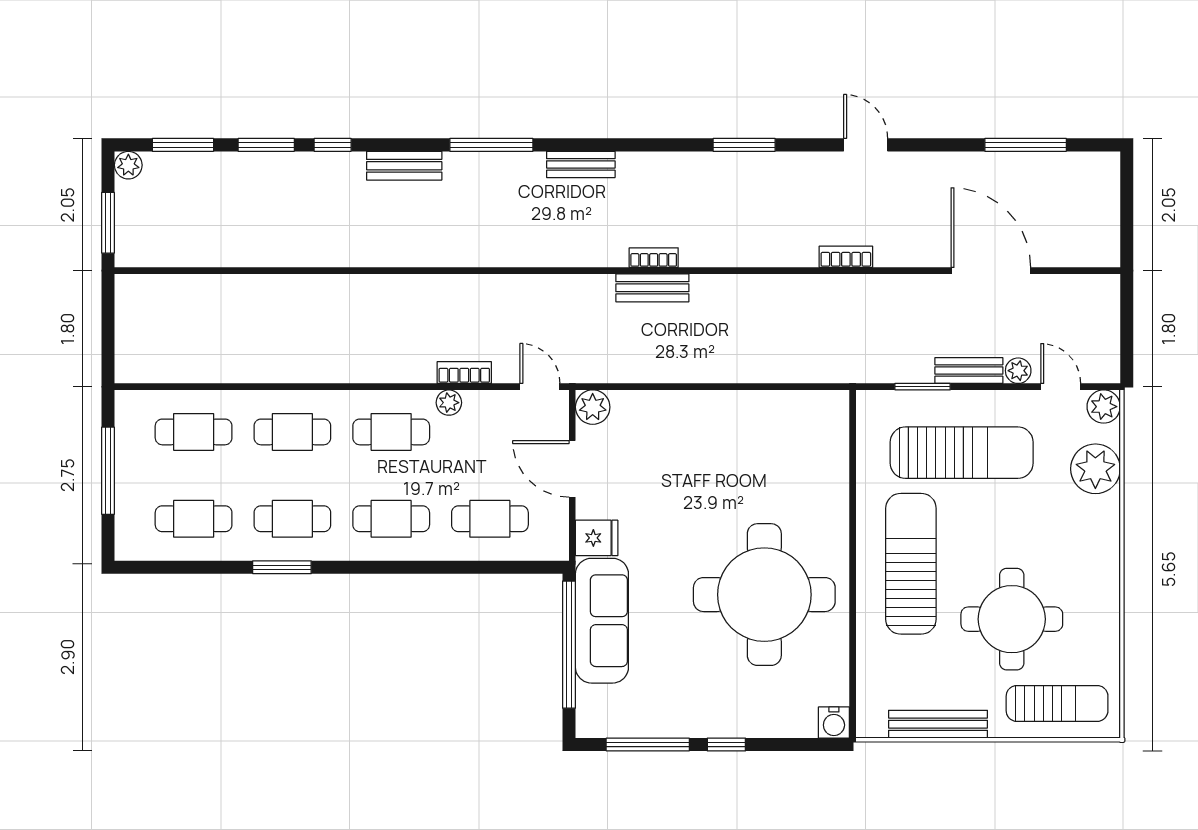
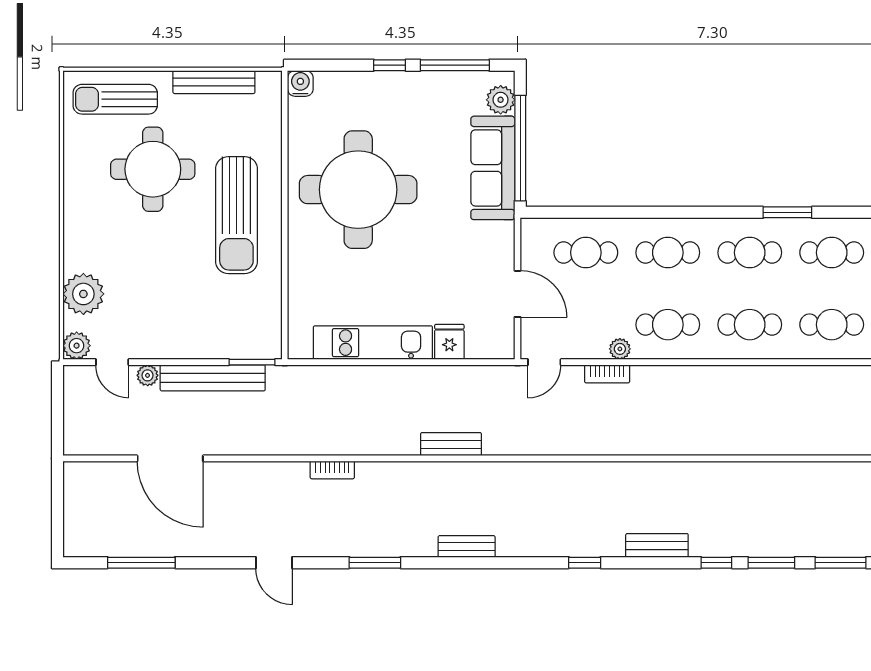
window: (491, 145) -> (585, 563), width x0.46
bench: (581, 164) -> (467, 547), moved
bookcase: (846, 257) -> (332, 470), moved
bookcase: (654, 258) -> (450, 469), removed
bench: (969, 371) -> (213, 378), width x1.86, depth x1.21
door: (540, 387) -> (544, 362), hinge flipped
window: (923, 387) -> (252, 362), moved
plant: (593, 407) -> (501, 100), moved
kitchen unit: (746, 410) -> (373, 343), added
sun lounger: (962, 453) -> (194, 307), removed
fridge: (597, 538) -> (449, 342), moved, turned 90
window: (282, 567) -> (787, 212), moved

